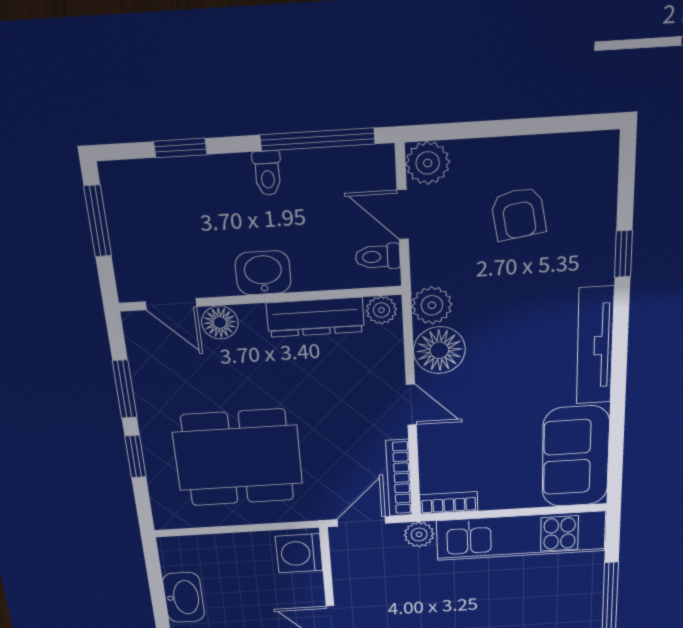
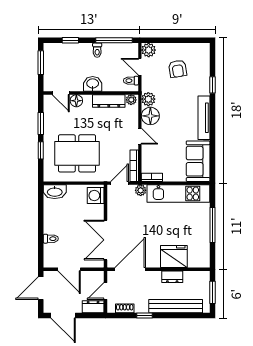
washbasin: (184, 597) -> (55, 192), moved, turned 90

